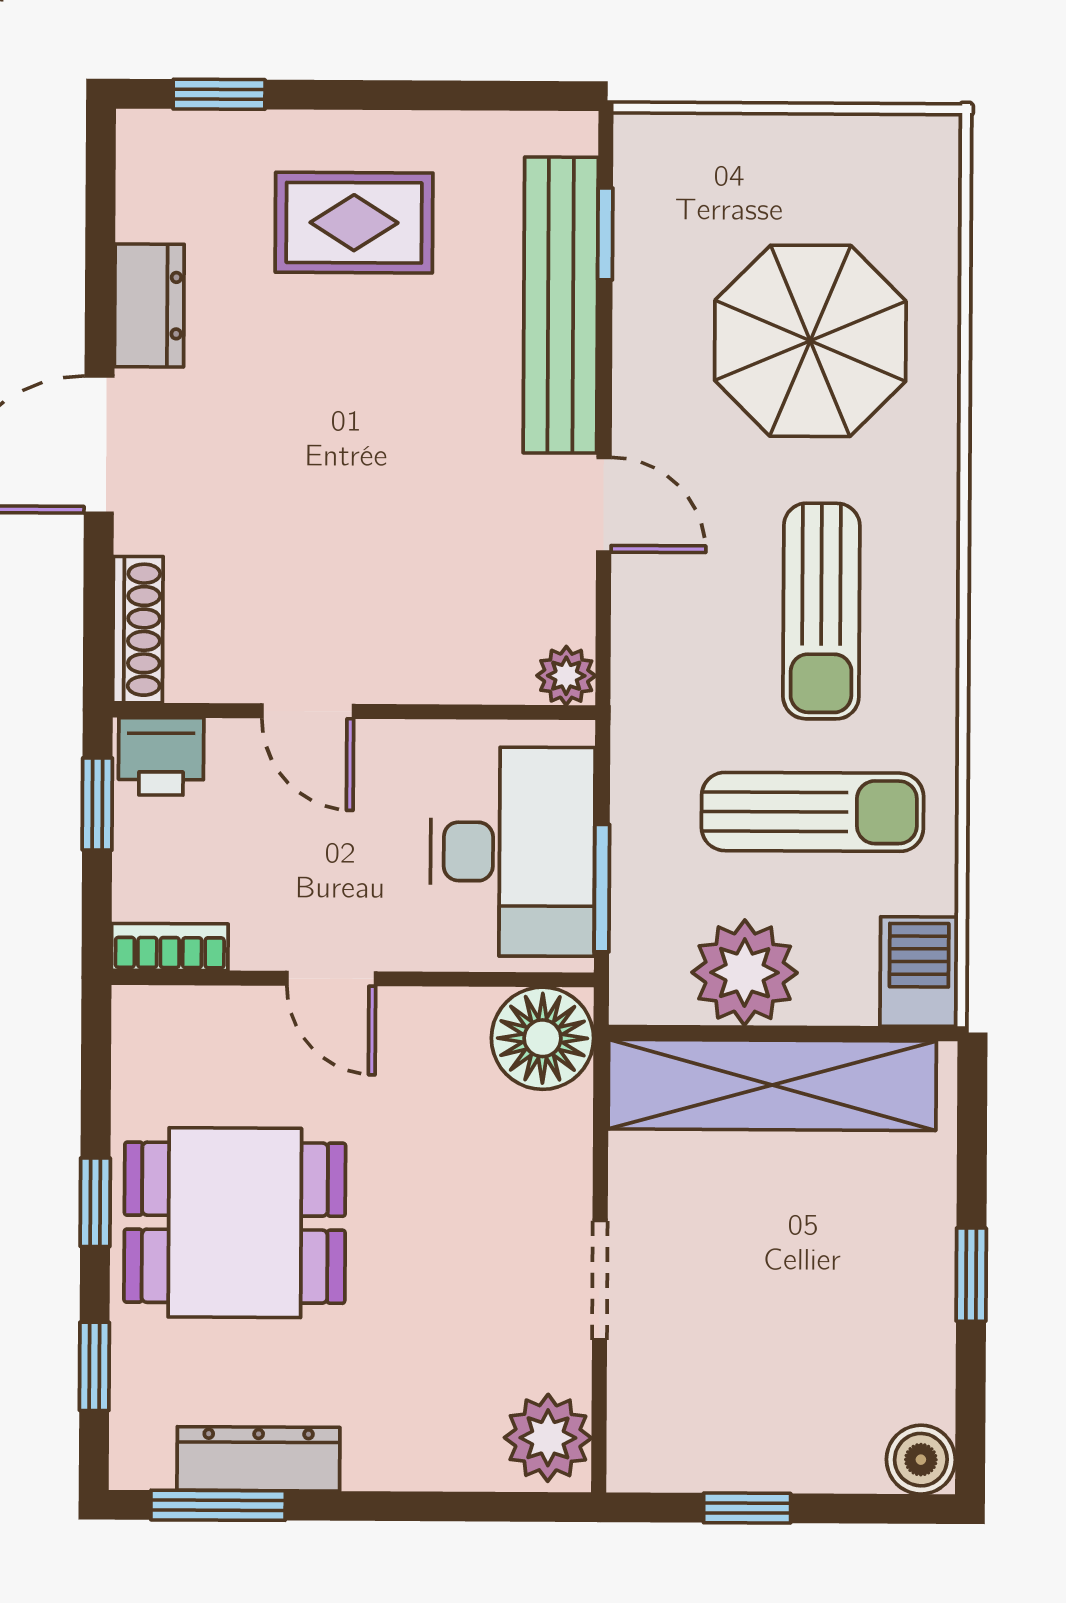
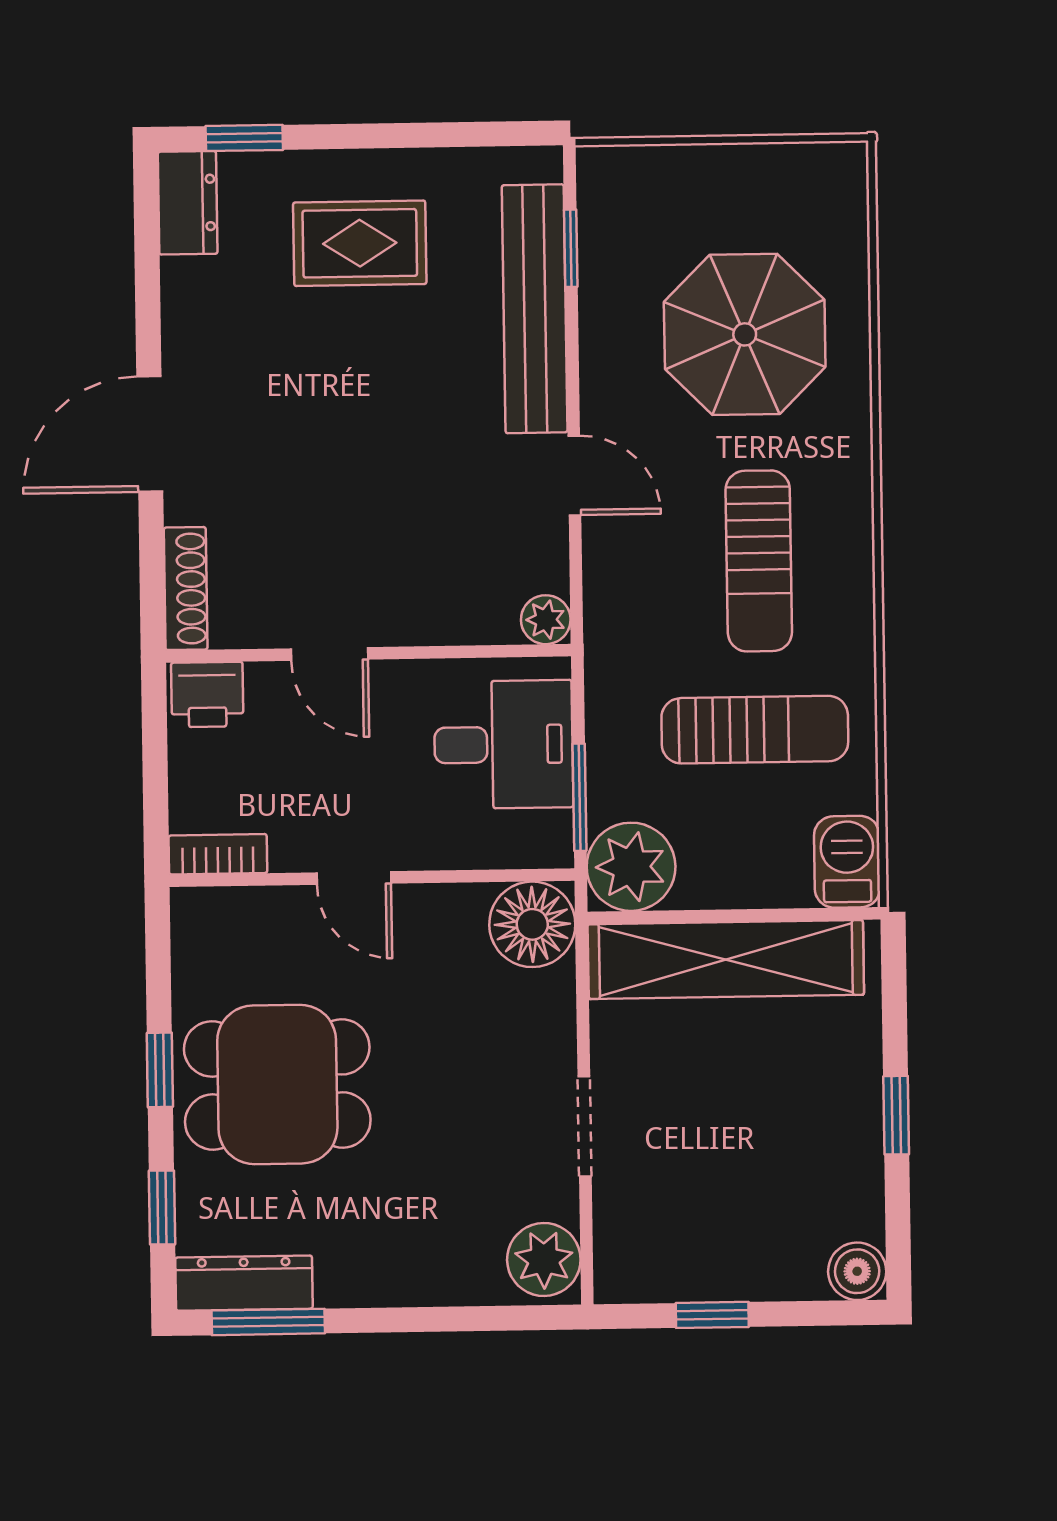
dresser: (149, 306) -> (188, 203), moved
window: (97, 804) -> (155, 736), removed
desk: (513, 852) -> (504, 745), width x0.73
plant: (745, 973) -> (631, 867), moved
dresser: (258, 1459) -> (244, 1283), moved

